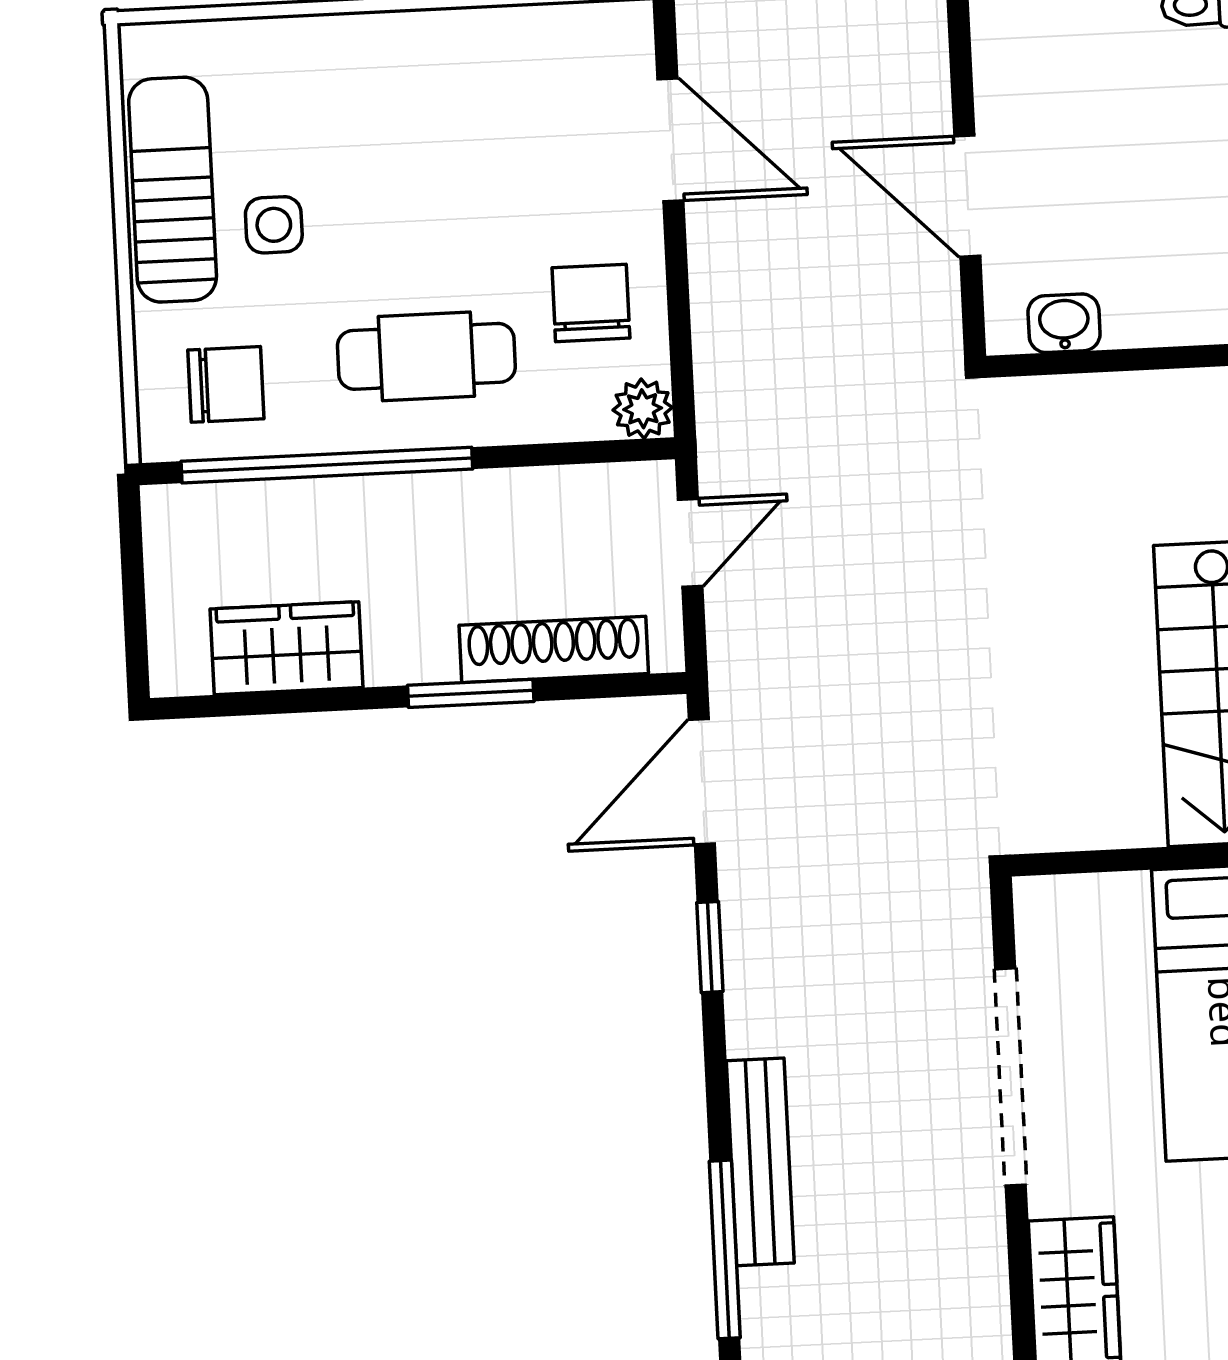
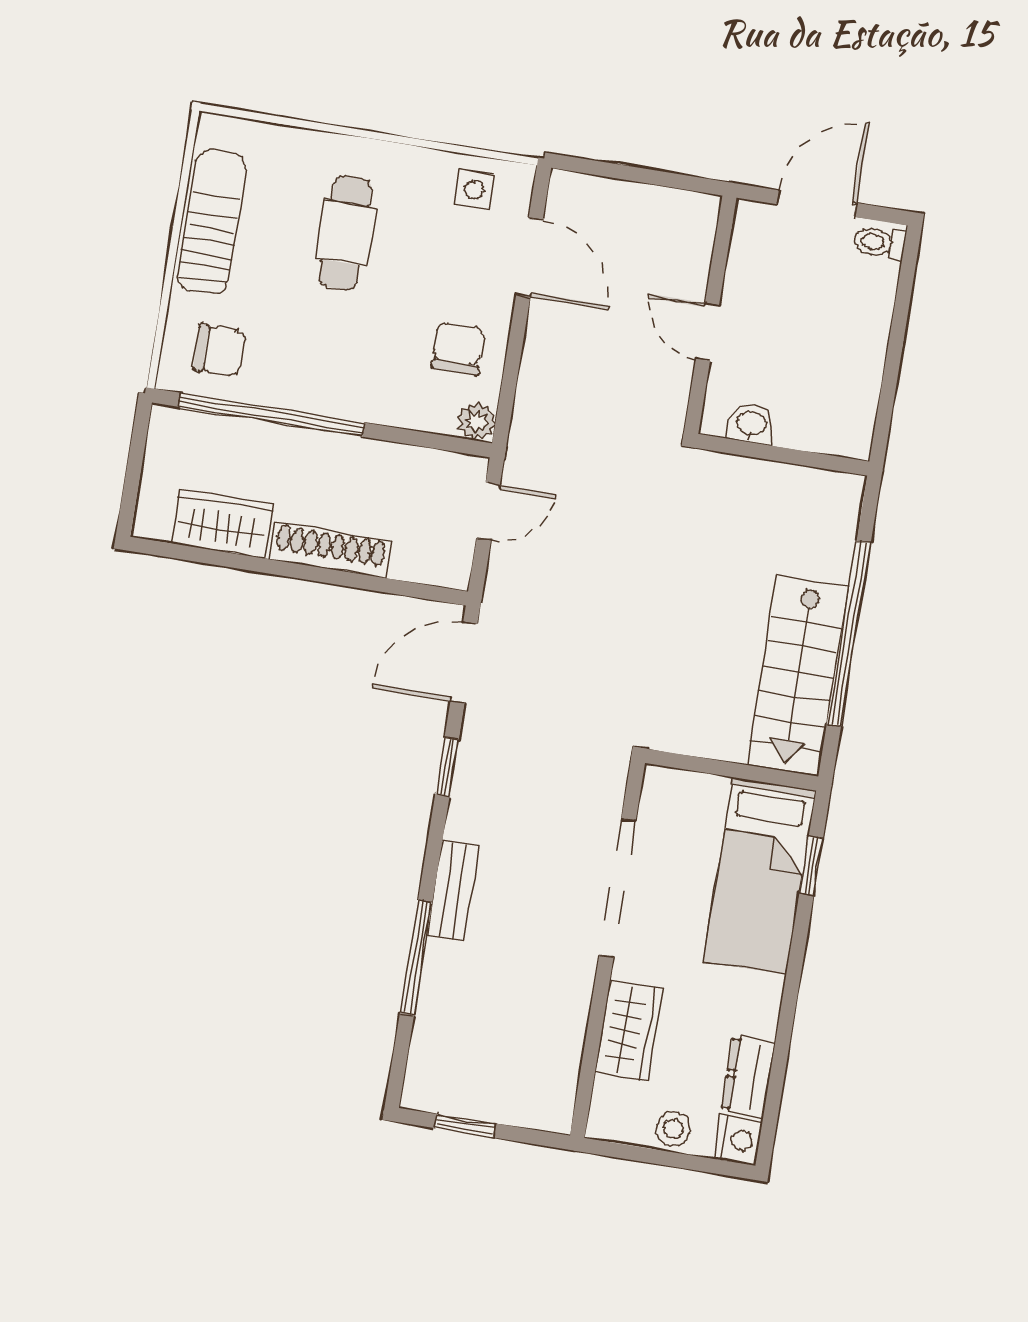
door: (967, 196) -> (708, 332), width x0.73
side table: (274, 225) -> (474, 189), moved
cafe table: (426, 356) -> (345, 233), moved, turned 90
shoe rack: (554, 649) -> (330, 551), moved
window: (471, 693) -> (331, 577), removed
bench: (760, 1162) -> (453, 890), width x0.73

